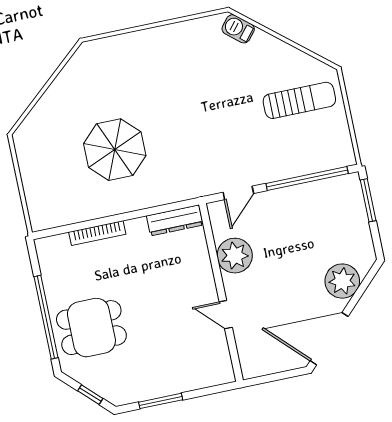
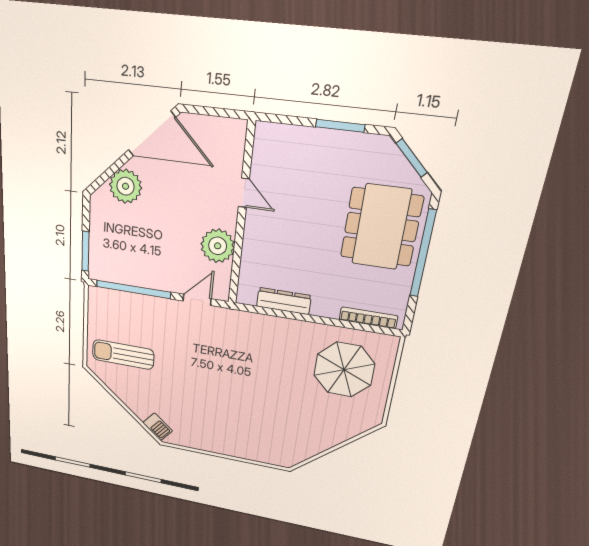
parasol: (115, 150) -> (344, 370), moved
dresser: (175, 220) -> (284, 301), moved
bookcase: (97, 233) -> (368, 318), moved
dining table: (91, 328) -> (381, 227), width x1.37
window: (90, 395) -> (412, 158), width x1.50

